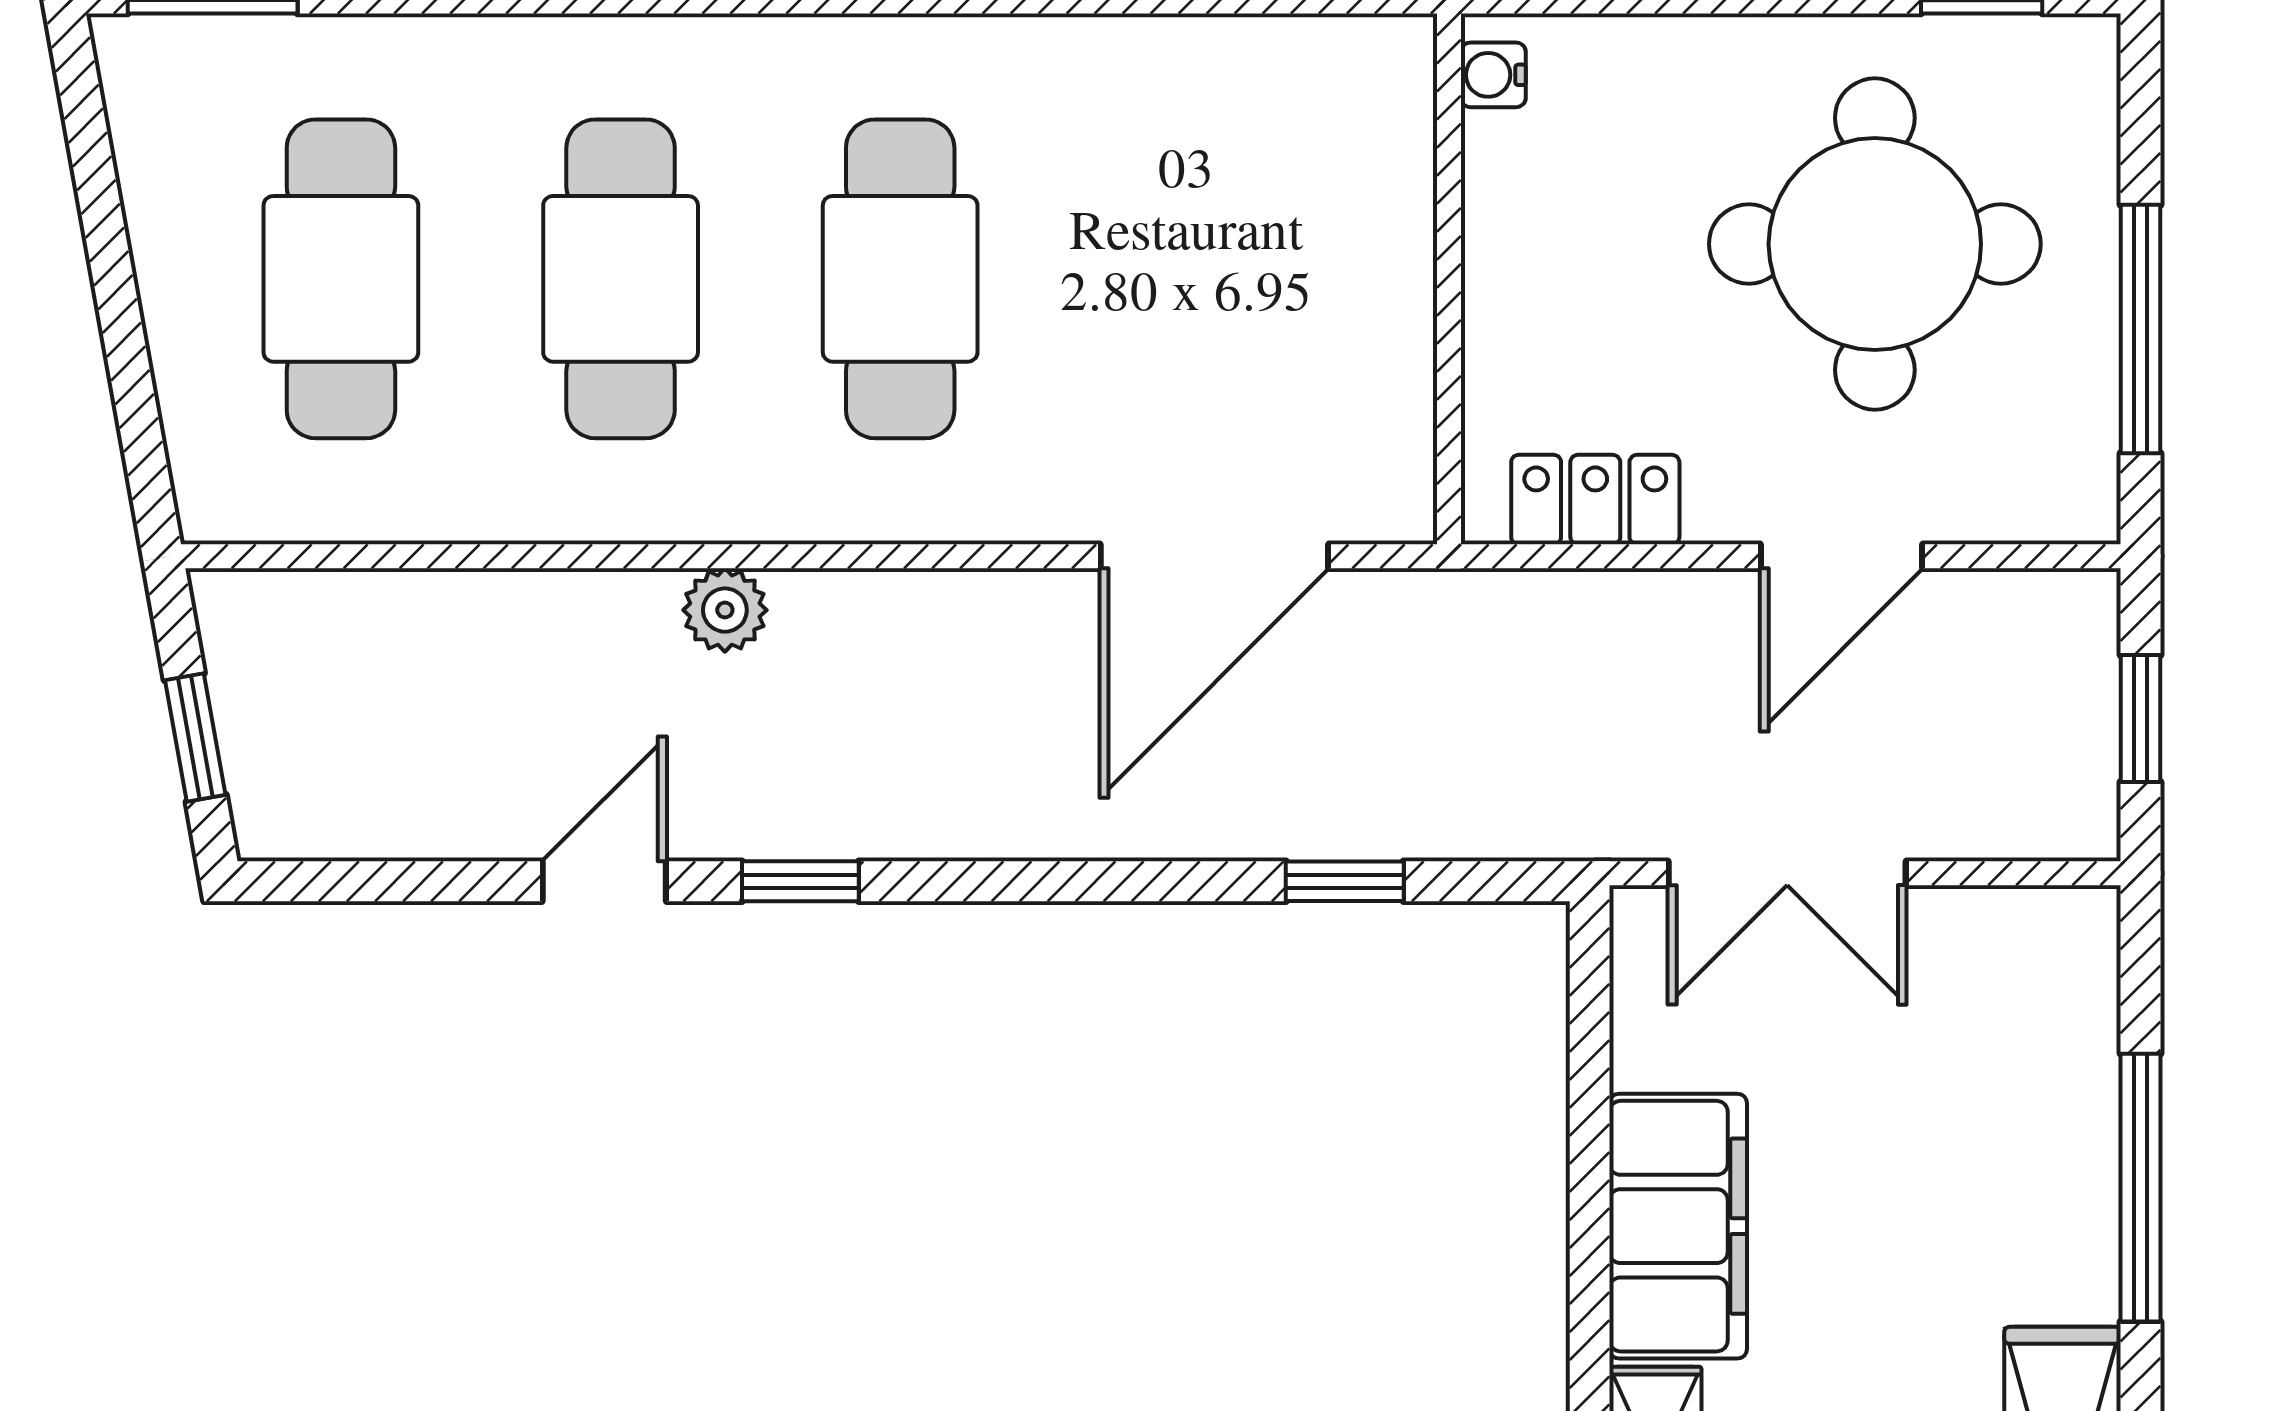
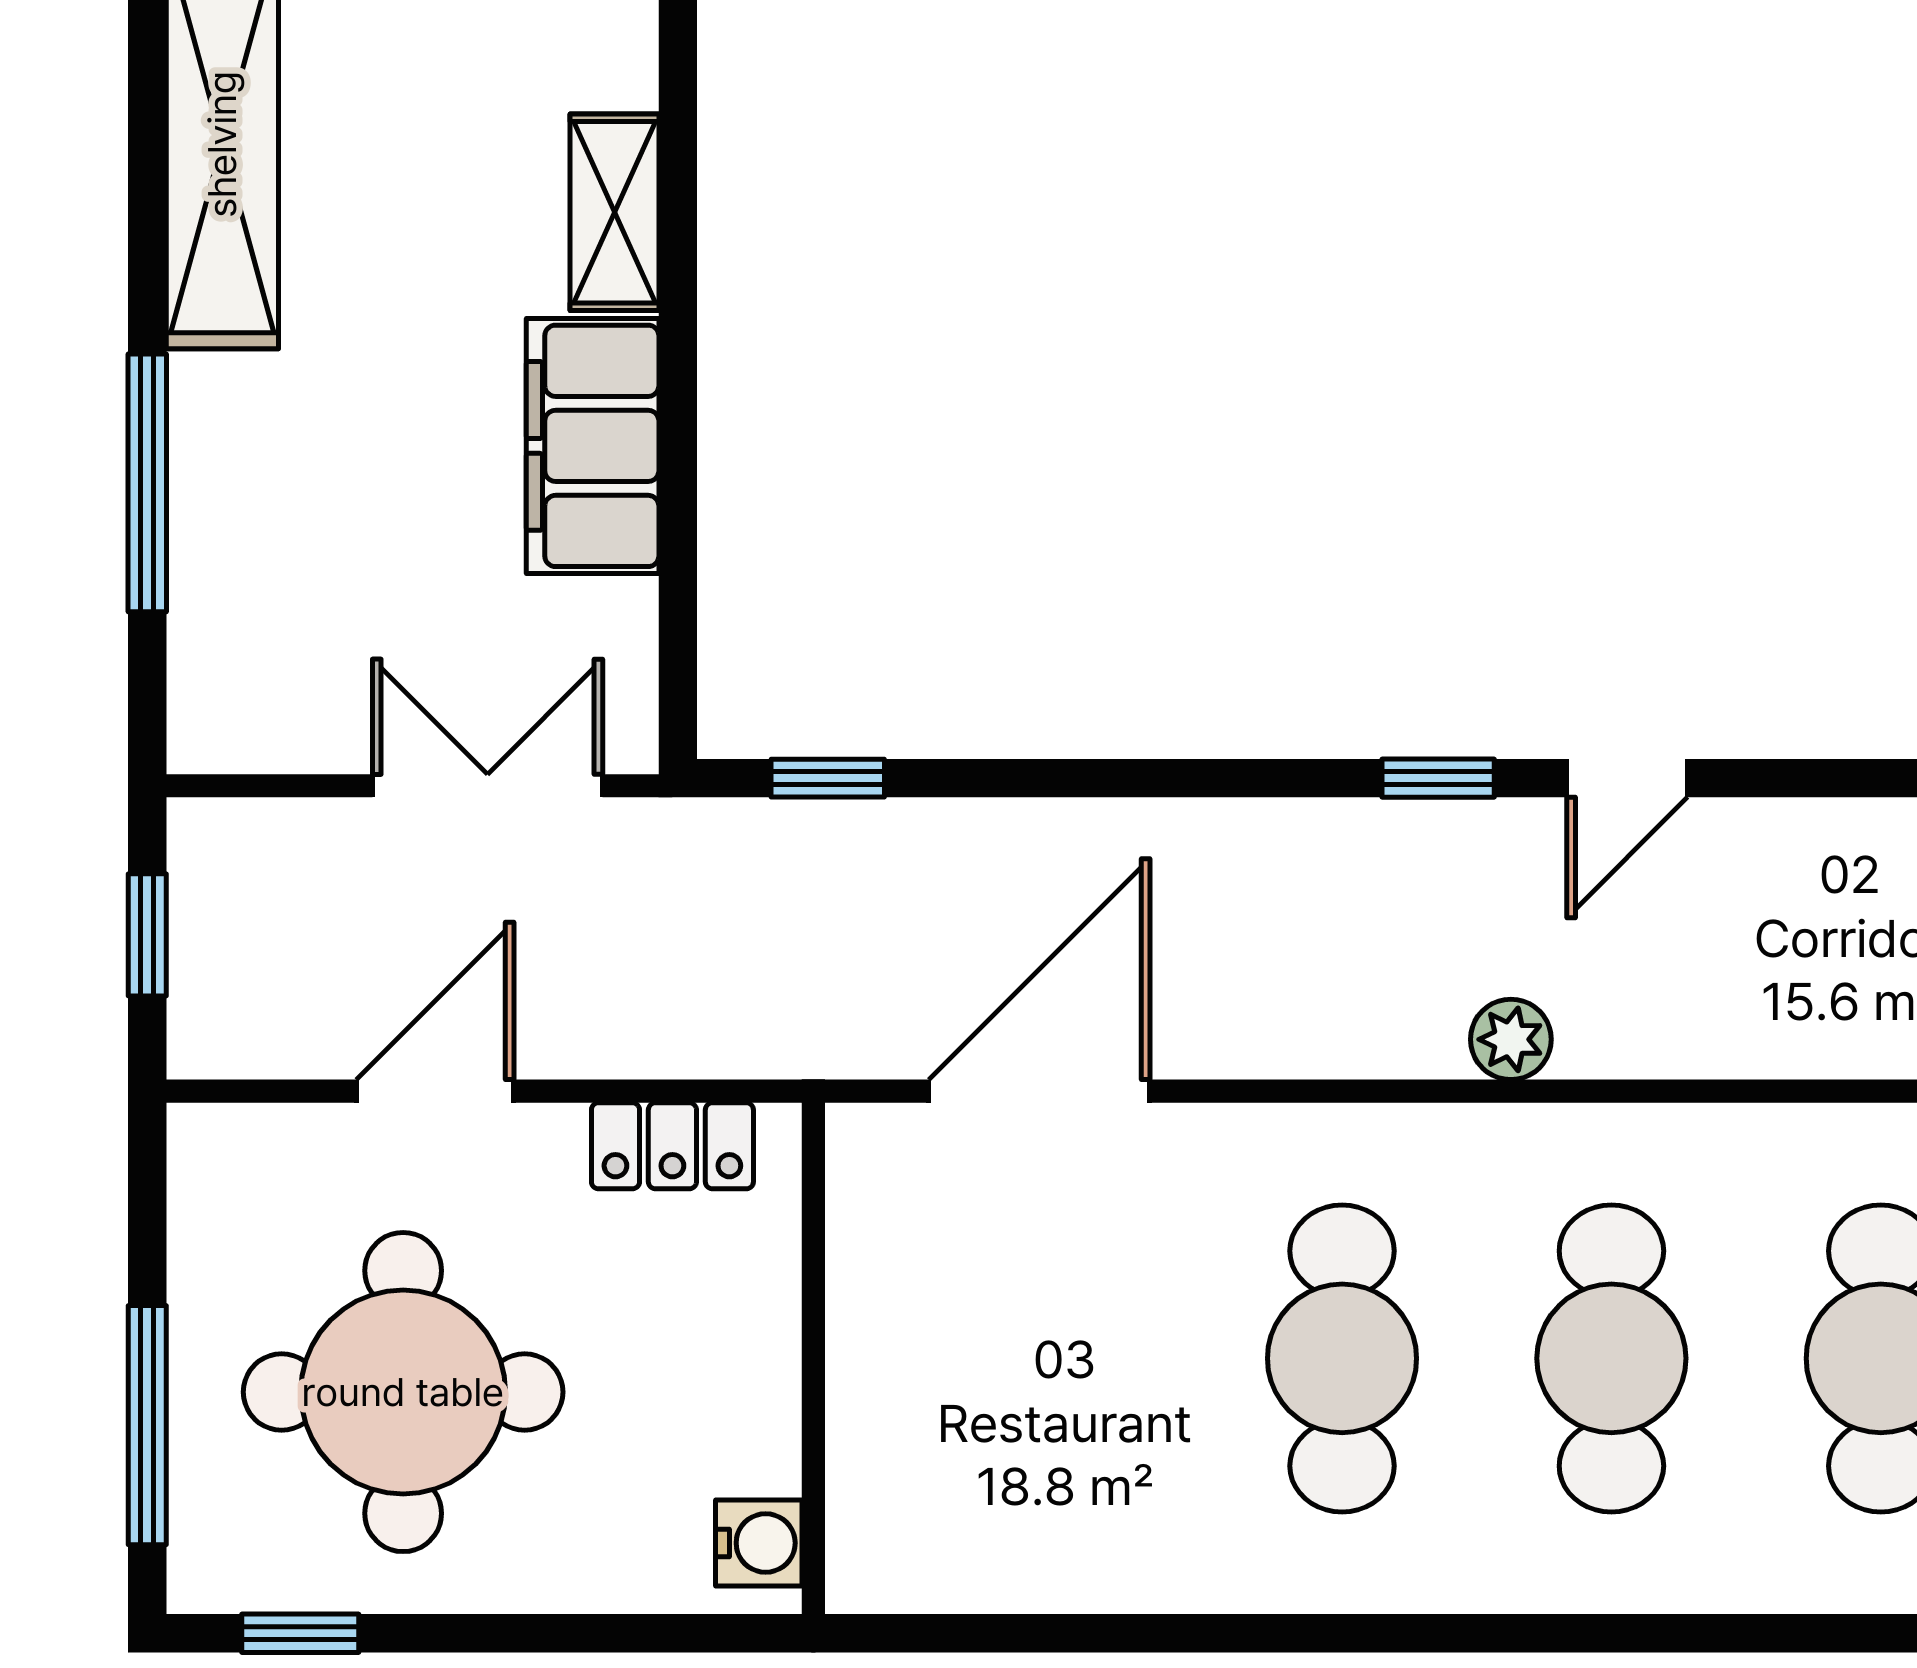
water cooler: (1493, 75) -> (759, 1543), width x1.38, depth x1.38
window: (2141, 329) -> (147, 1425), moved
window: (1345, 881) -> (828, 778), moved

